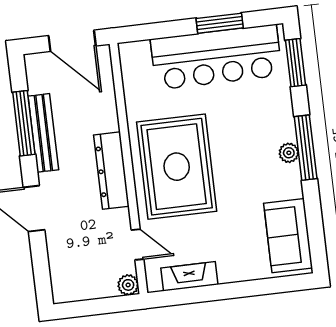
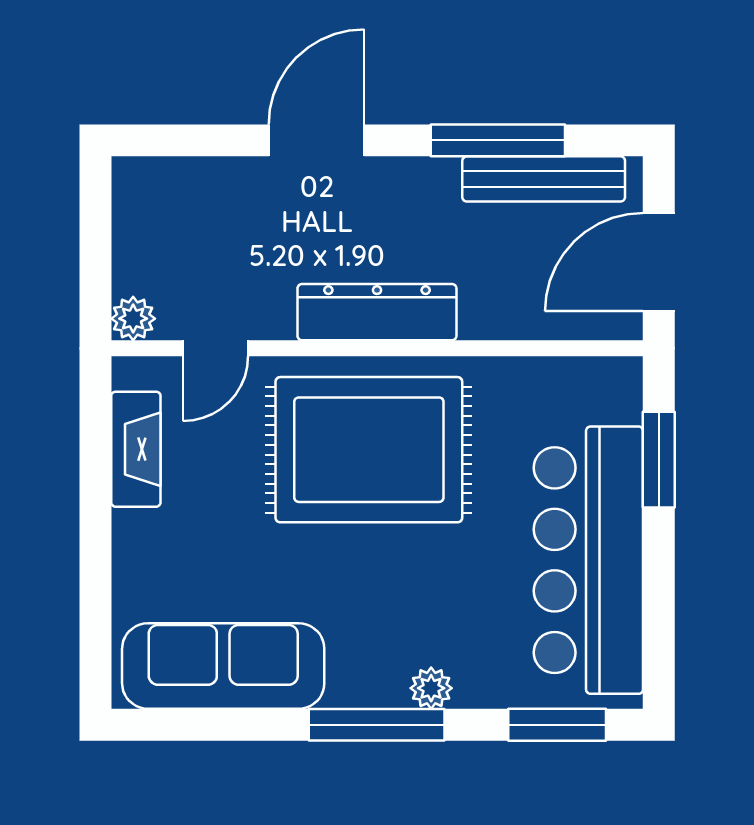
window: (220, 23) -> (659, 460), moved
bench: (43, 133) -> (544, 179), moved
plant: (289, 153) -> (431, 688), moved
sofa: (288, 236) -> (223, 666), width x1.36

